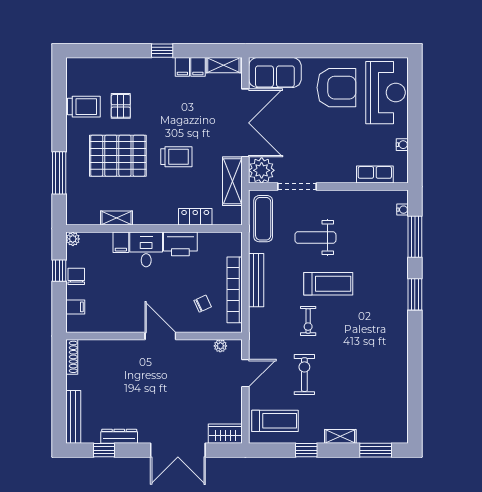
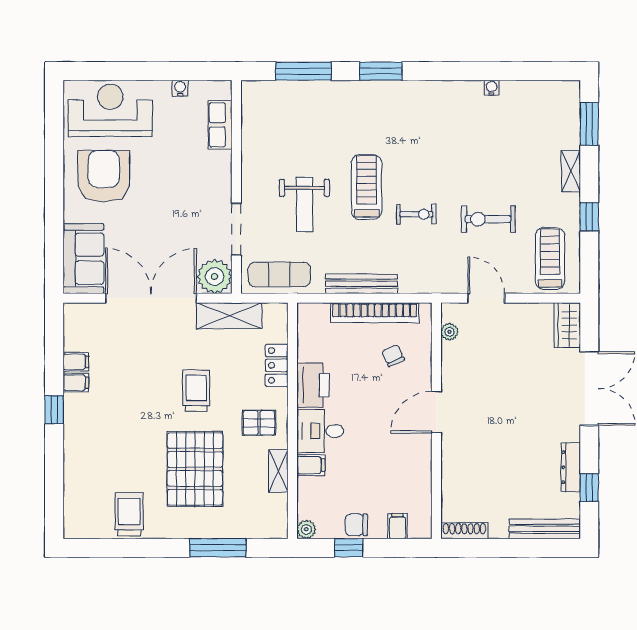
shelving: (223, 65) -> (74, 328), removed
pallet: (121, 106) -> (259, 423), moved
water cooler: (403, 210) -> (492, 88), moved

